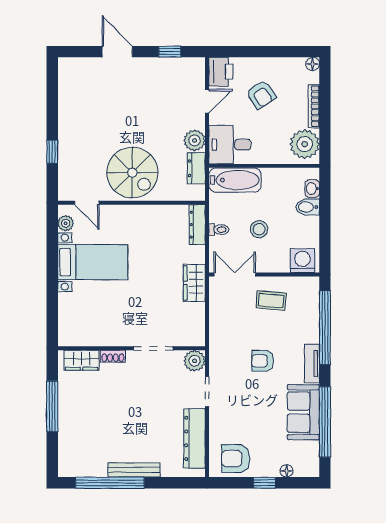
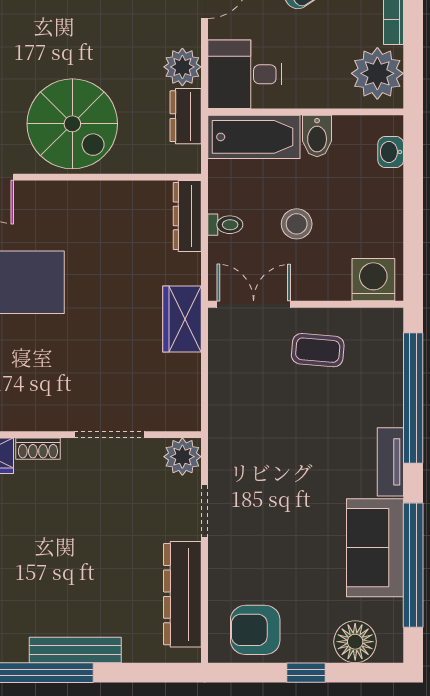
bidet: (308, 207) -> (317, 136), moved, turned -90
armchair: (263, 361) -> (303, 457), removed
floor lamp: (287, 471) -> (355, 642), width x1.89, depth x1.89

